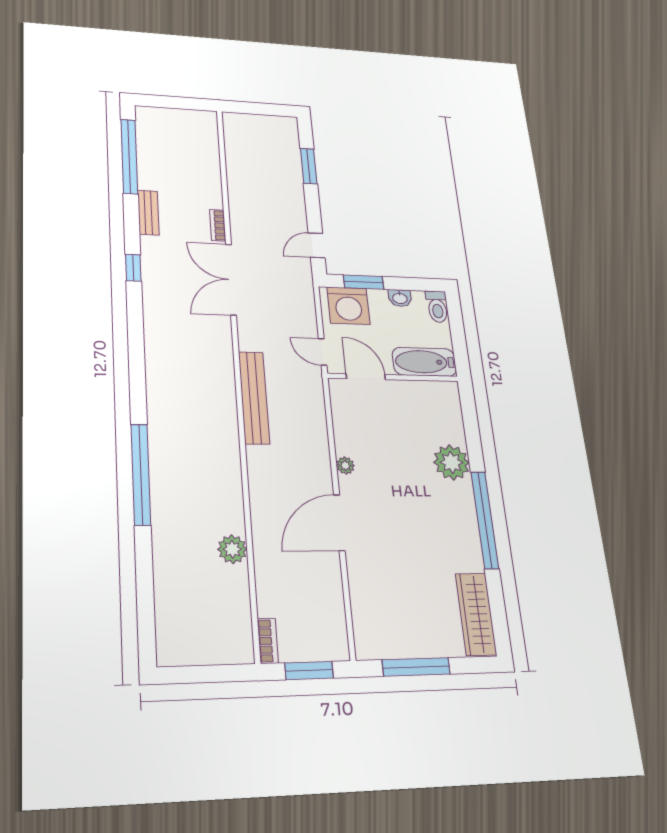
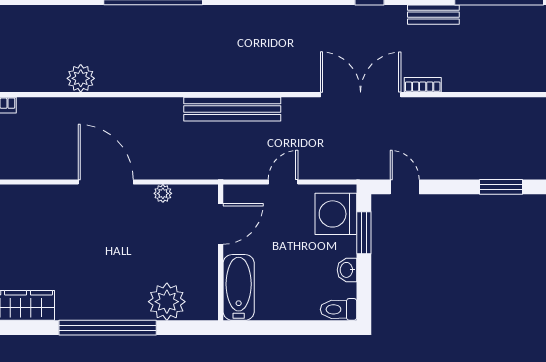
bathtub: (424, 362) -> (239, 287), moved
door: (366, 377) -> (221, 224), moved
wall: (393, 377) -> (221, 252), moved

